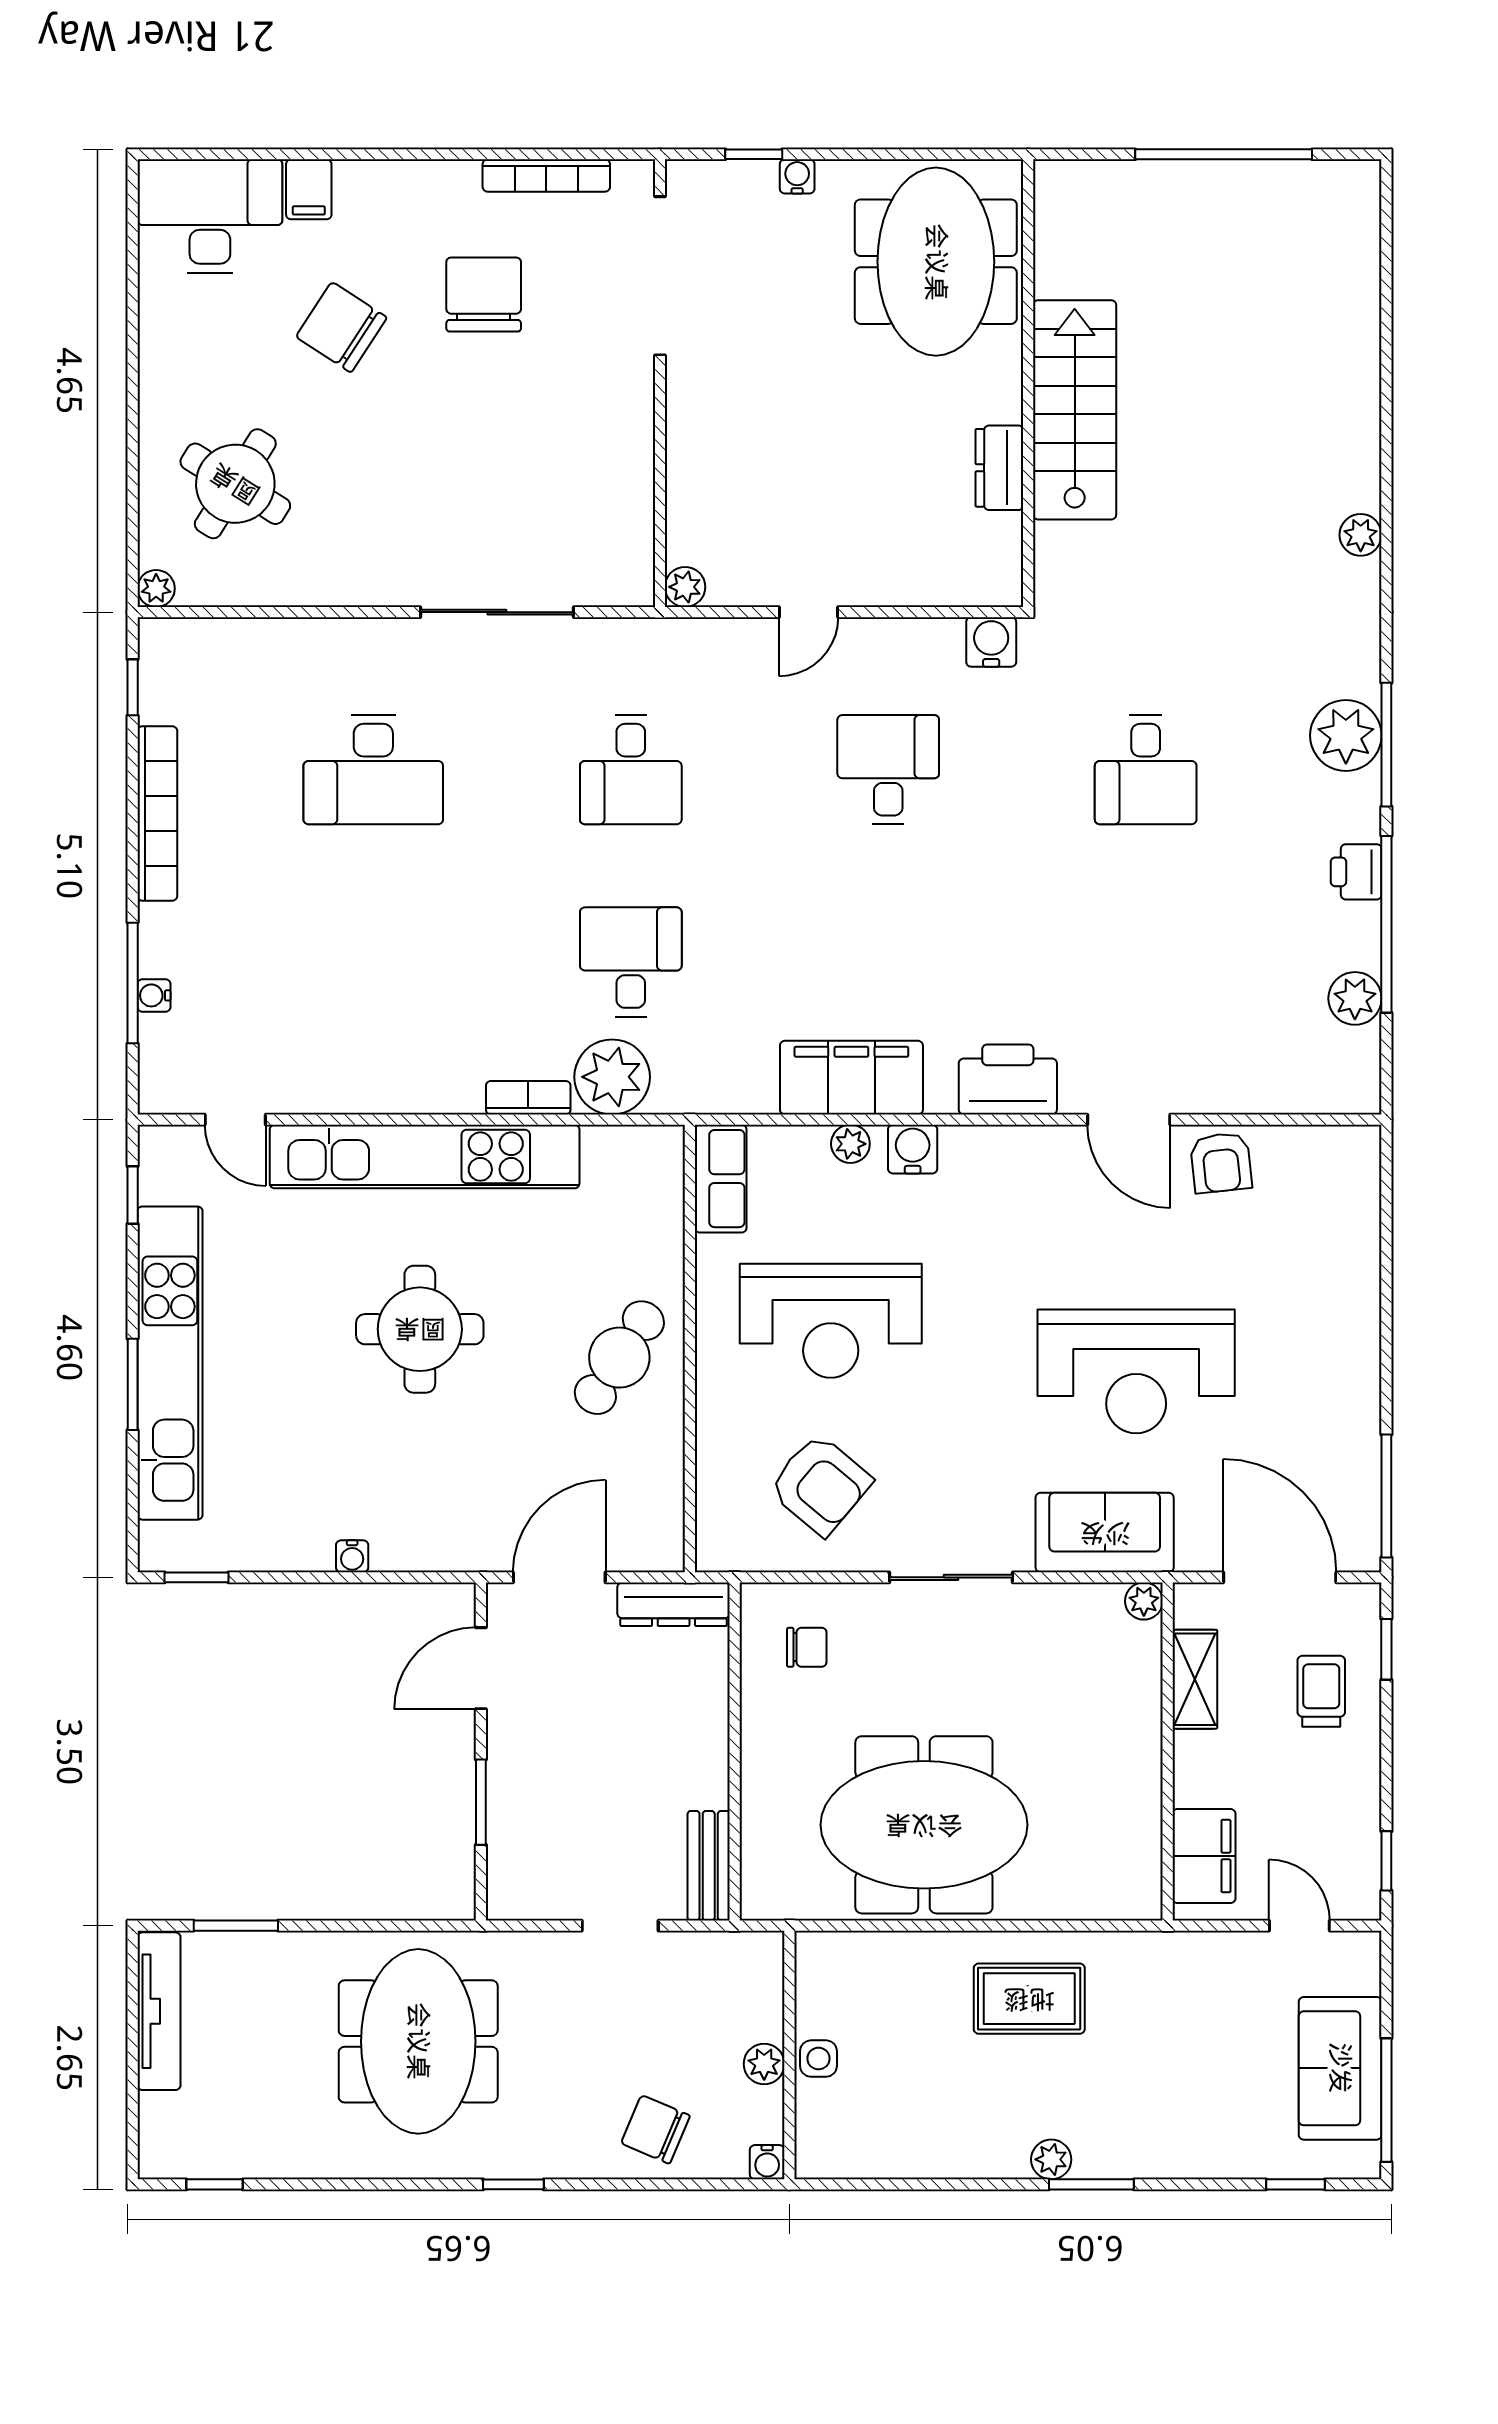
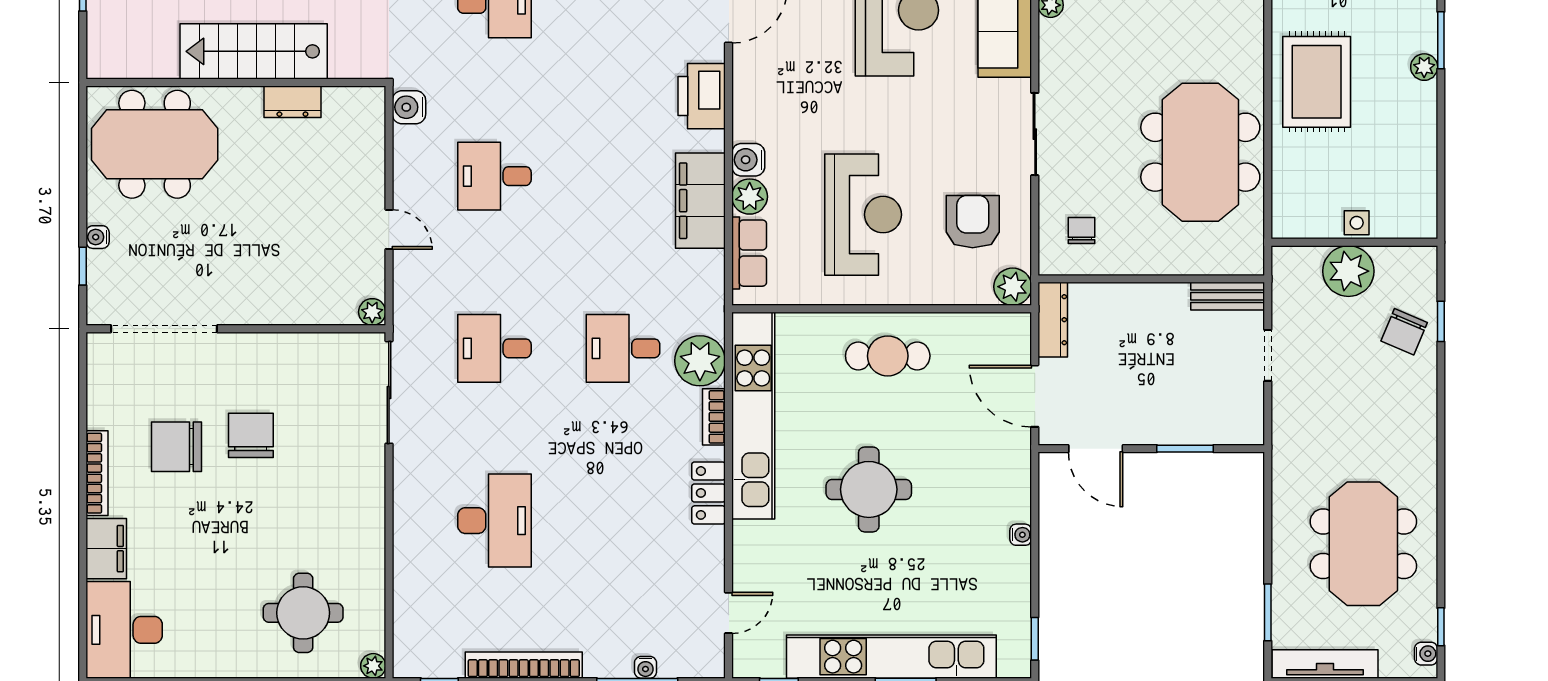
bookcase: (546, 176) -> (97, 473), moved
filing cabinet: (309, 189) -> (106, 549), width x2.00
chair: (341, 327) -> (251, 435), moved, turned 147
round table: (235, 484) -> (303, 613), turned -32
sliding door: (497, 612) -> (389, 392), moved
desk: (631, 770) -> (494, 348), turned 180
locker: (415, 1090) -> (709, 493), added
plant: (850, 1144) -> (750, 197), width x1.38, depth x1.38
kitchen unit: (425, 1157) -> (753, 416), moved
row of seats: (721, 1179) -> (749, 253), moved, turned 90
cafe table: (619, 1358) -> (888, 356), turned -33
armchair: (820, 1485) -> (973, 222), turned -40
plant: (723, 1544) -> (1013, 287), added
rug: (1029, 1999) -> (1317, 82), width x1.36, depth x1.43
meeting table: (418, 2041) -> (1363, 544), moved, turned 90
plant: (764, 2064) -> (1348, 271), width x1.87, depth x1.87
water cooler: (767, 2162) -> (1426, 654), moved
window: (513, 2184) -> (1441, 321), moved

